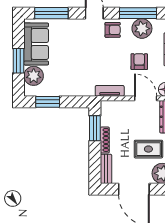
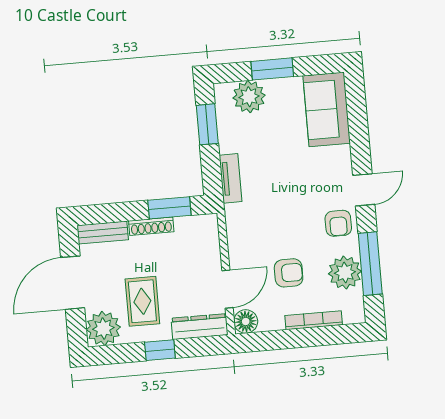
window: (51, 13) -> (357, 117), removed
sofa: (36, 44) -> (327, 109), moved, turned 90
tv unit: (110, 91) -> (231, 178), moved

